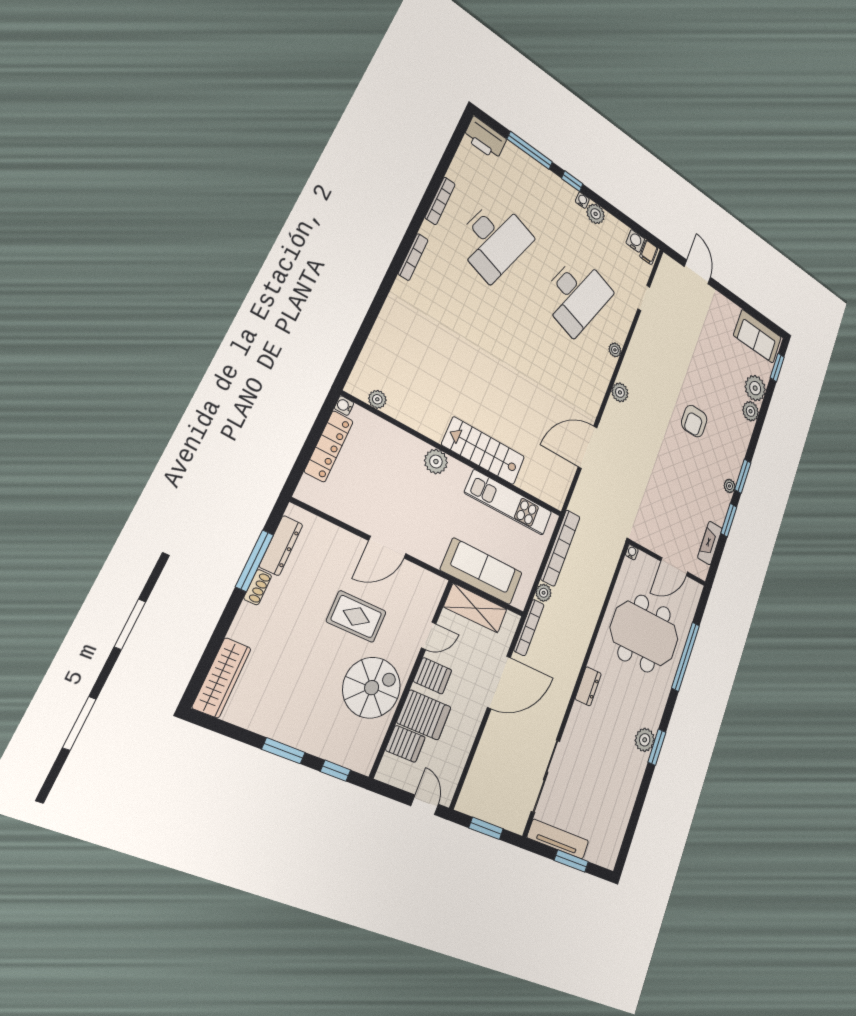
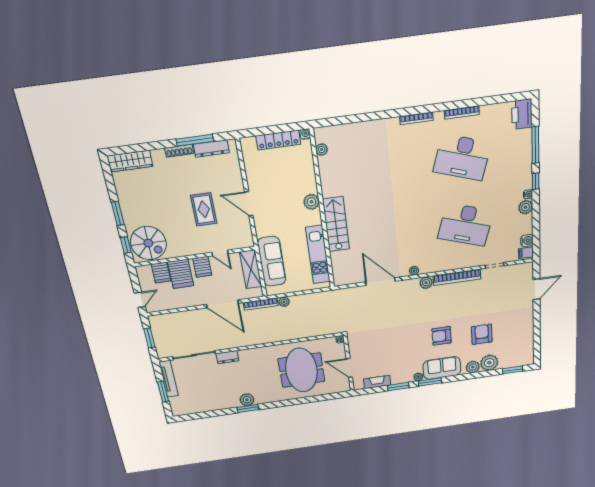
sofa: (757, 336) -> (442, 368), moved, turned 90
plant: (615, 350) -> (414, 271), moved
armchair: (717, 372) -> (482, 334), added
bookcase: (560, 548) -> (457, 277), moved
shoe rack: (258, 587) -> (179, 151), width x1.43
window: (686, 657) -> (305, 400), removed
dresser: (588, 686) -> (227, 357), moved
spiral stairs: (372, 688) -> (148, 243), moved

